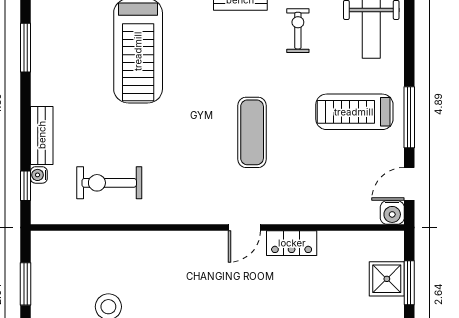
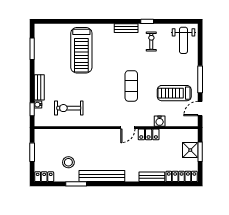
treadmill: (354, 112) -> (174, 93), moved
water cooler: (392, 213) -> (160, 121), moved

